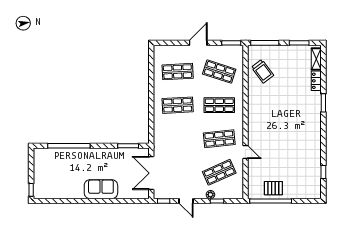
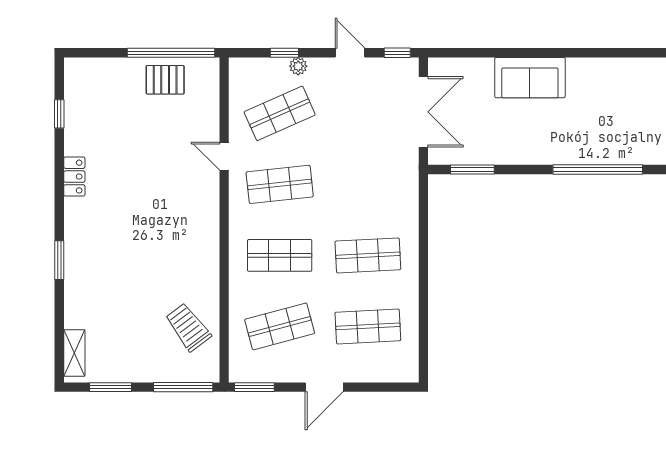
shop shelf: (219, 72) -> (280, 326), turned -33
locker: (316, 81) -> (74, 177), moved

